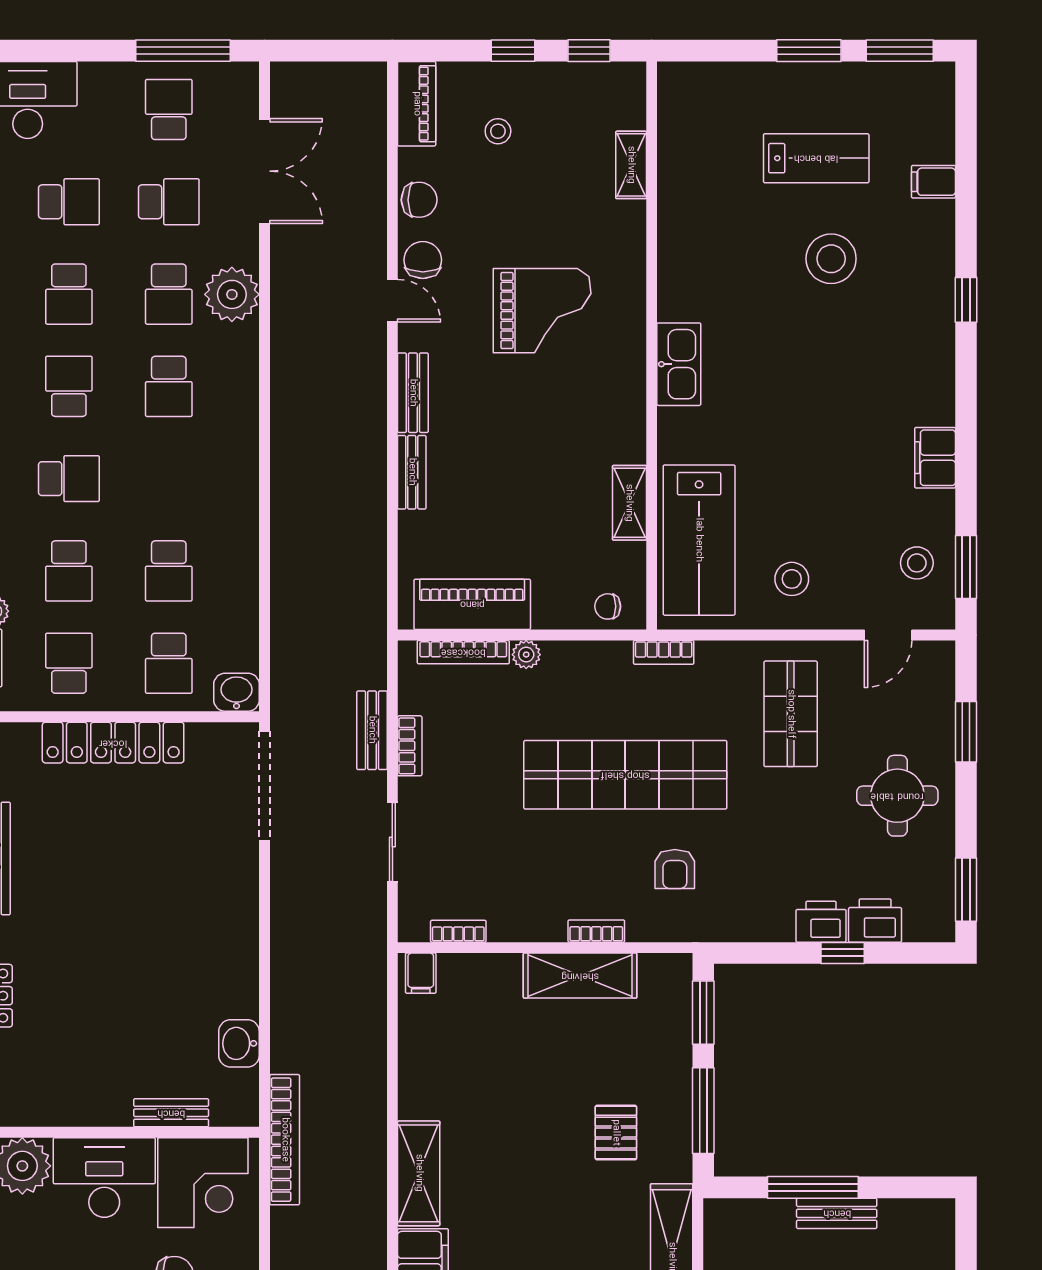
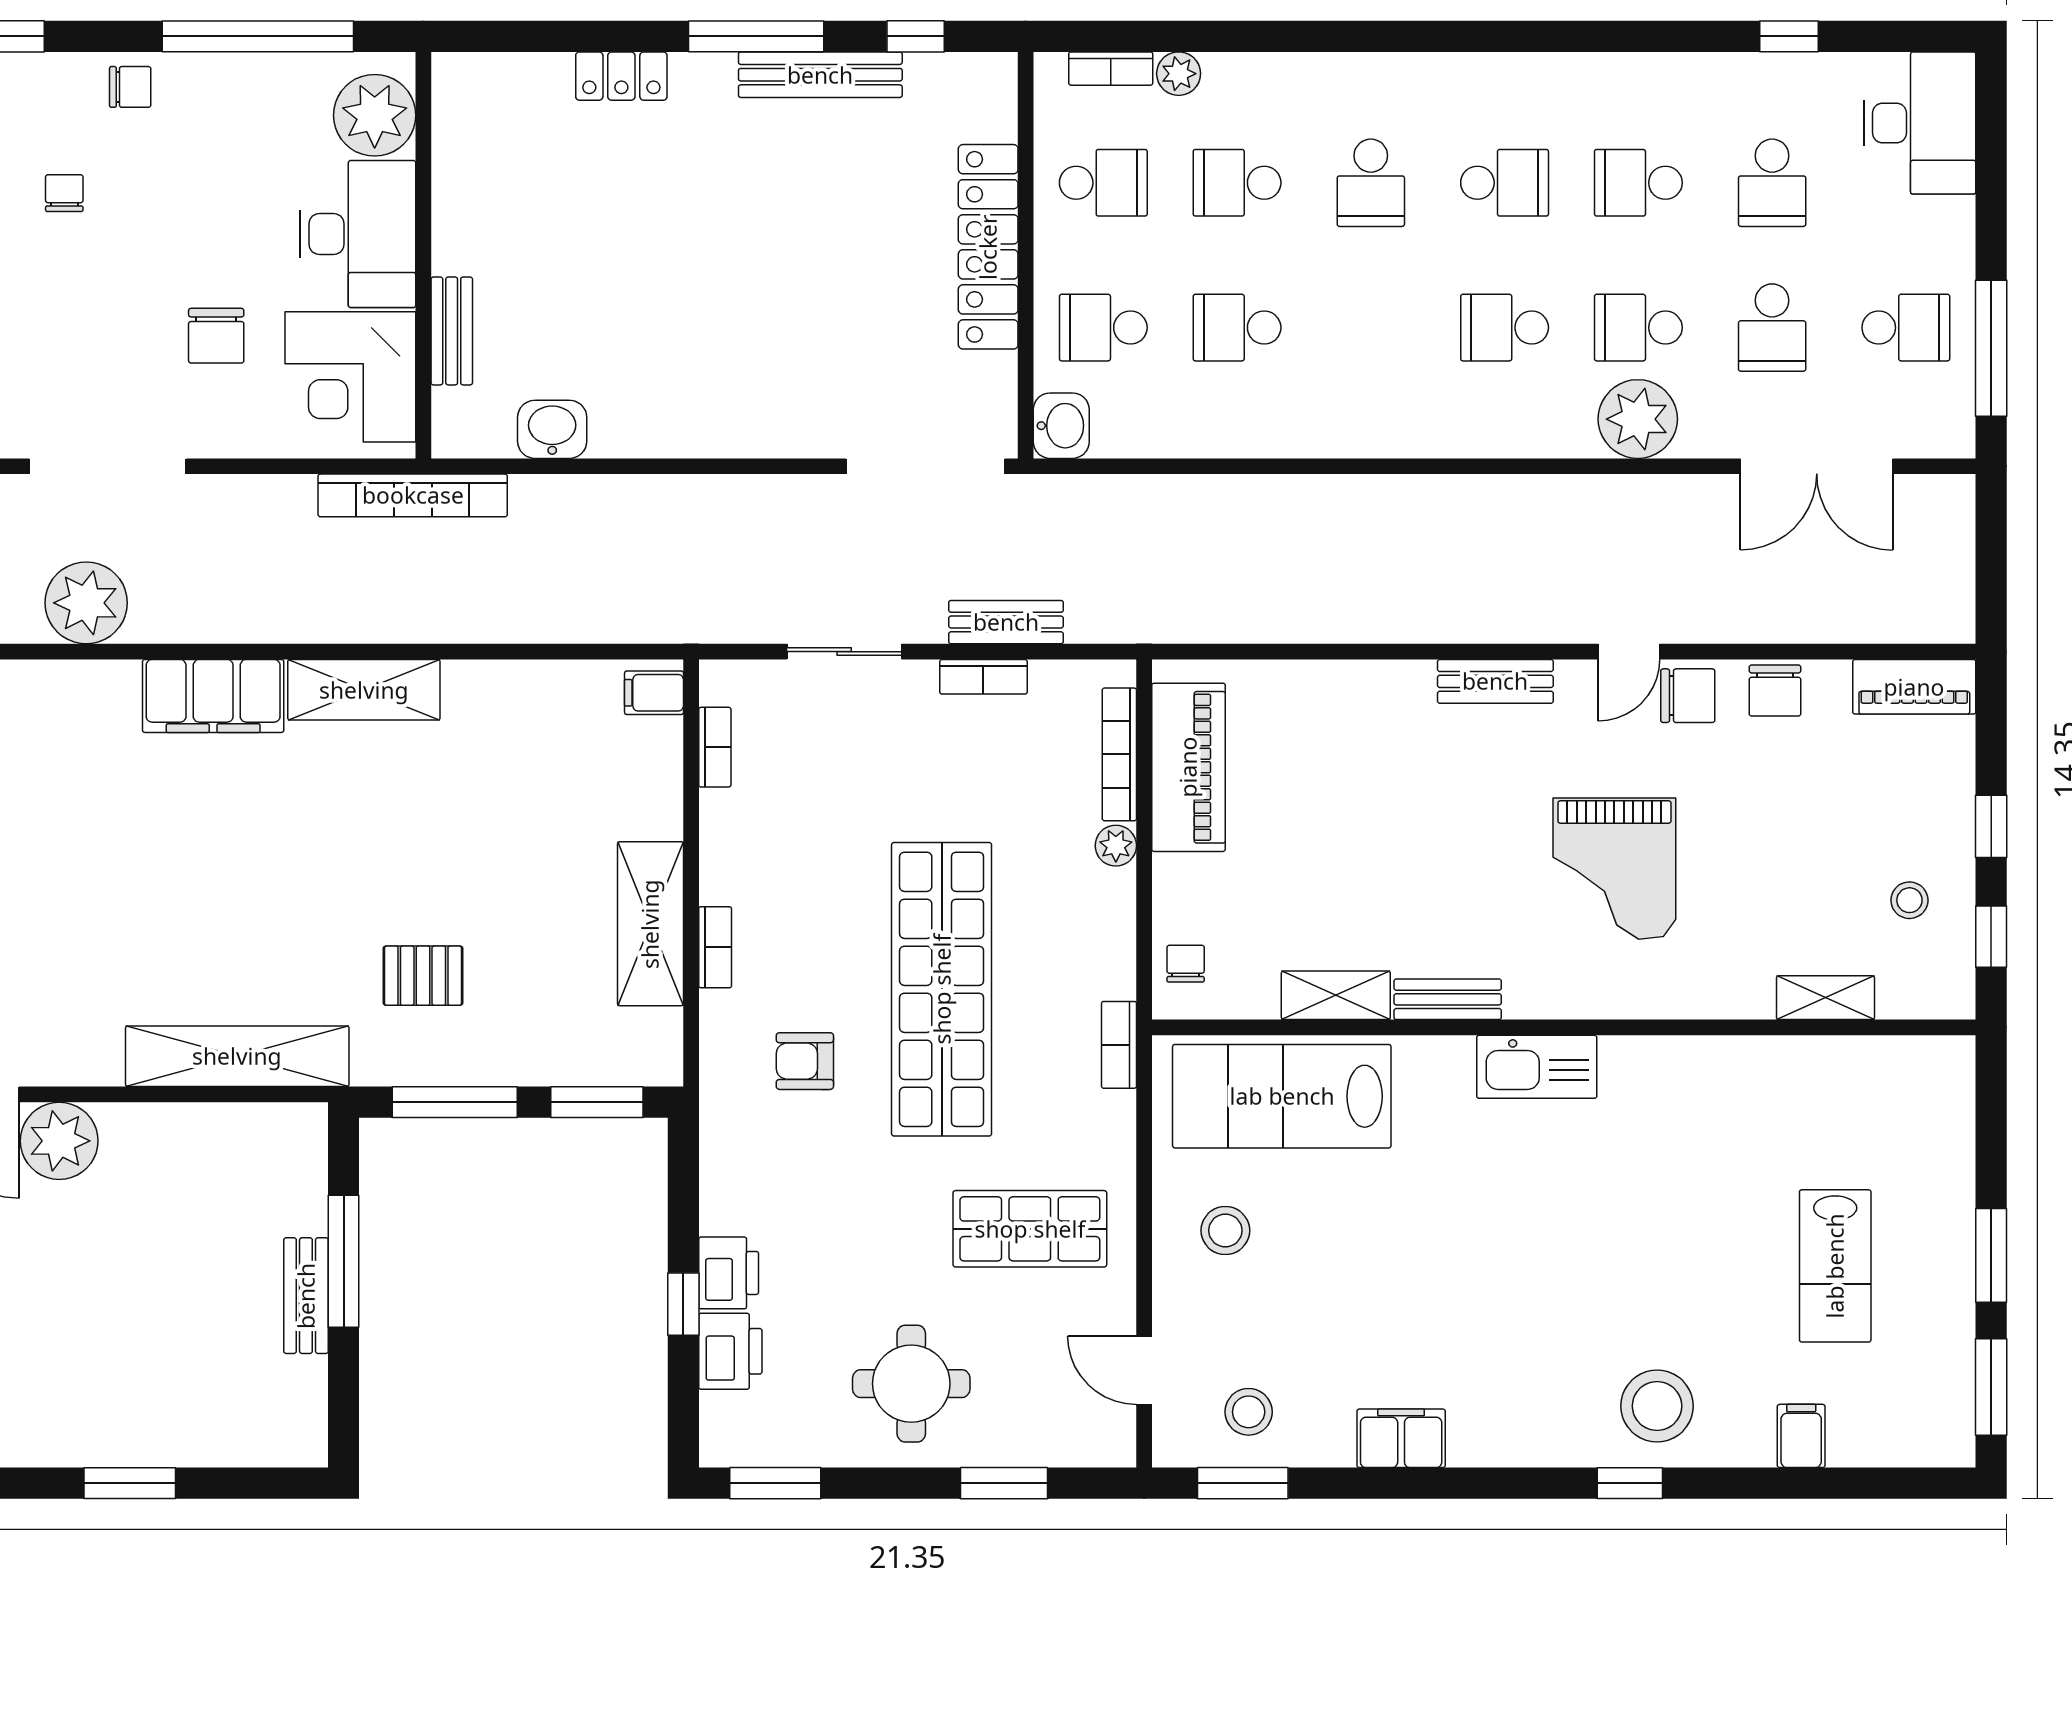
stool: (498, 131) -> (1909, 900), moved
stool: (831, 259) -> (1657, 1406), moved
bench: (412, 472) -> (1448, 999), moved

